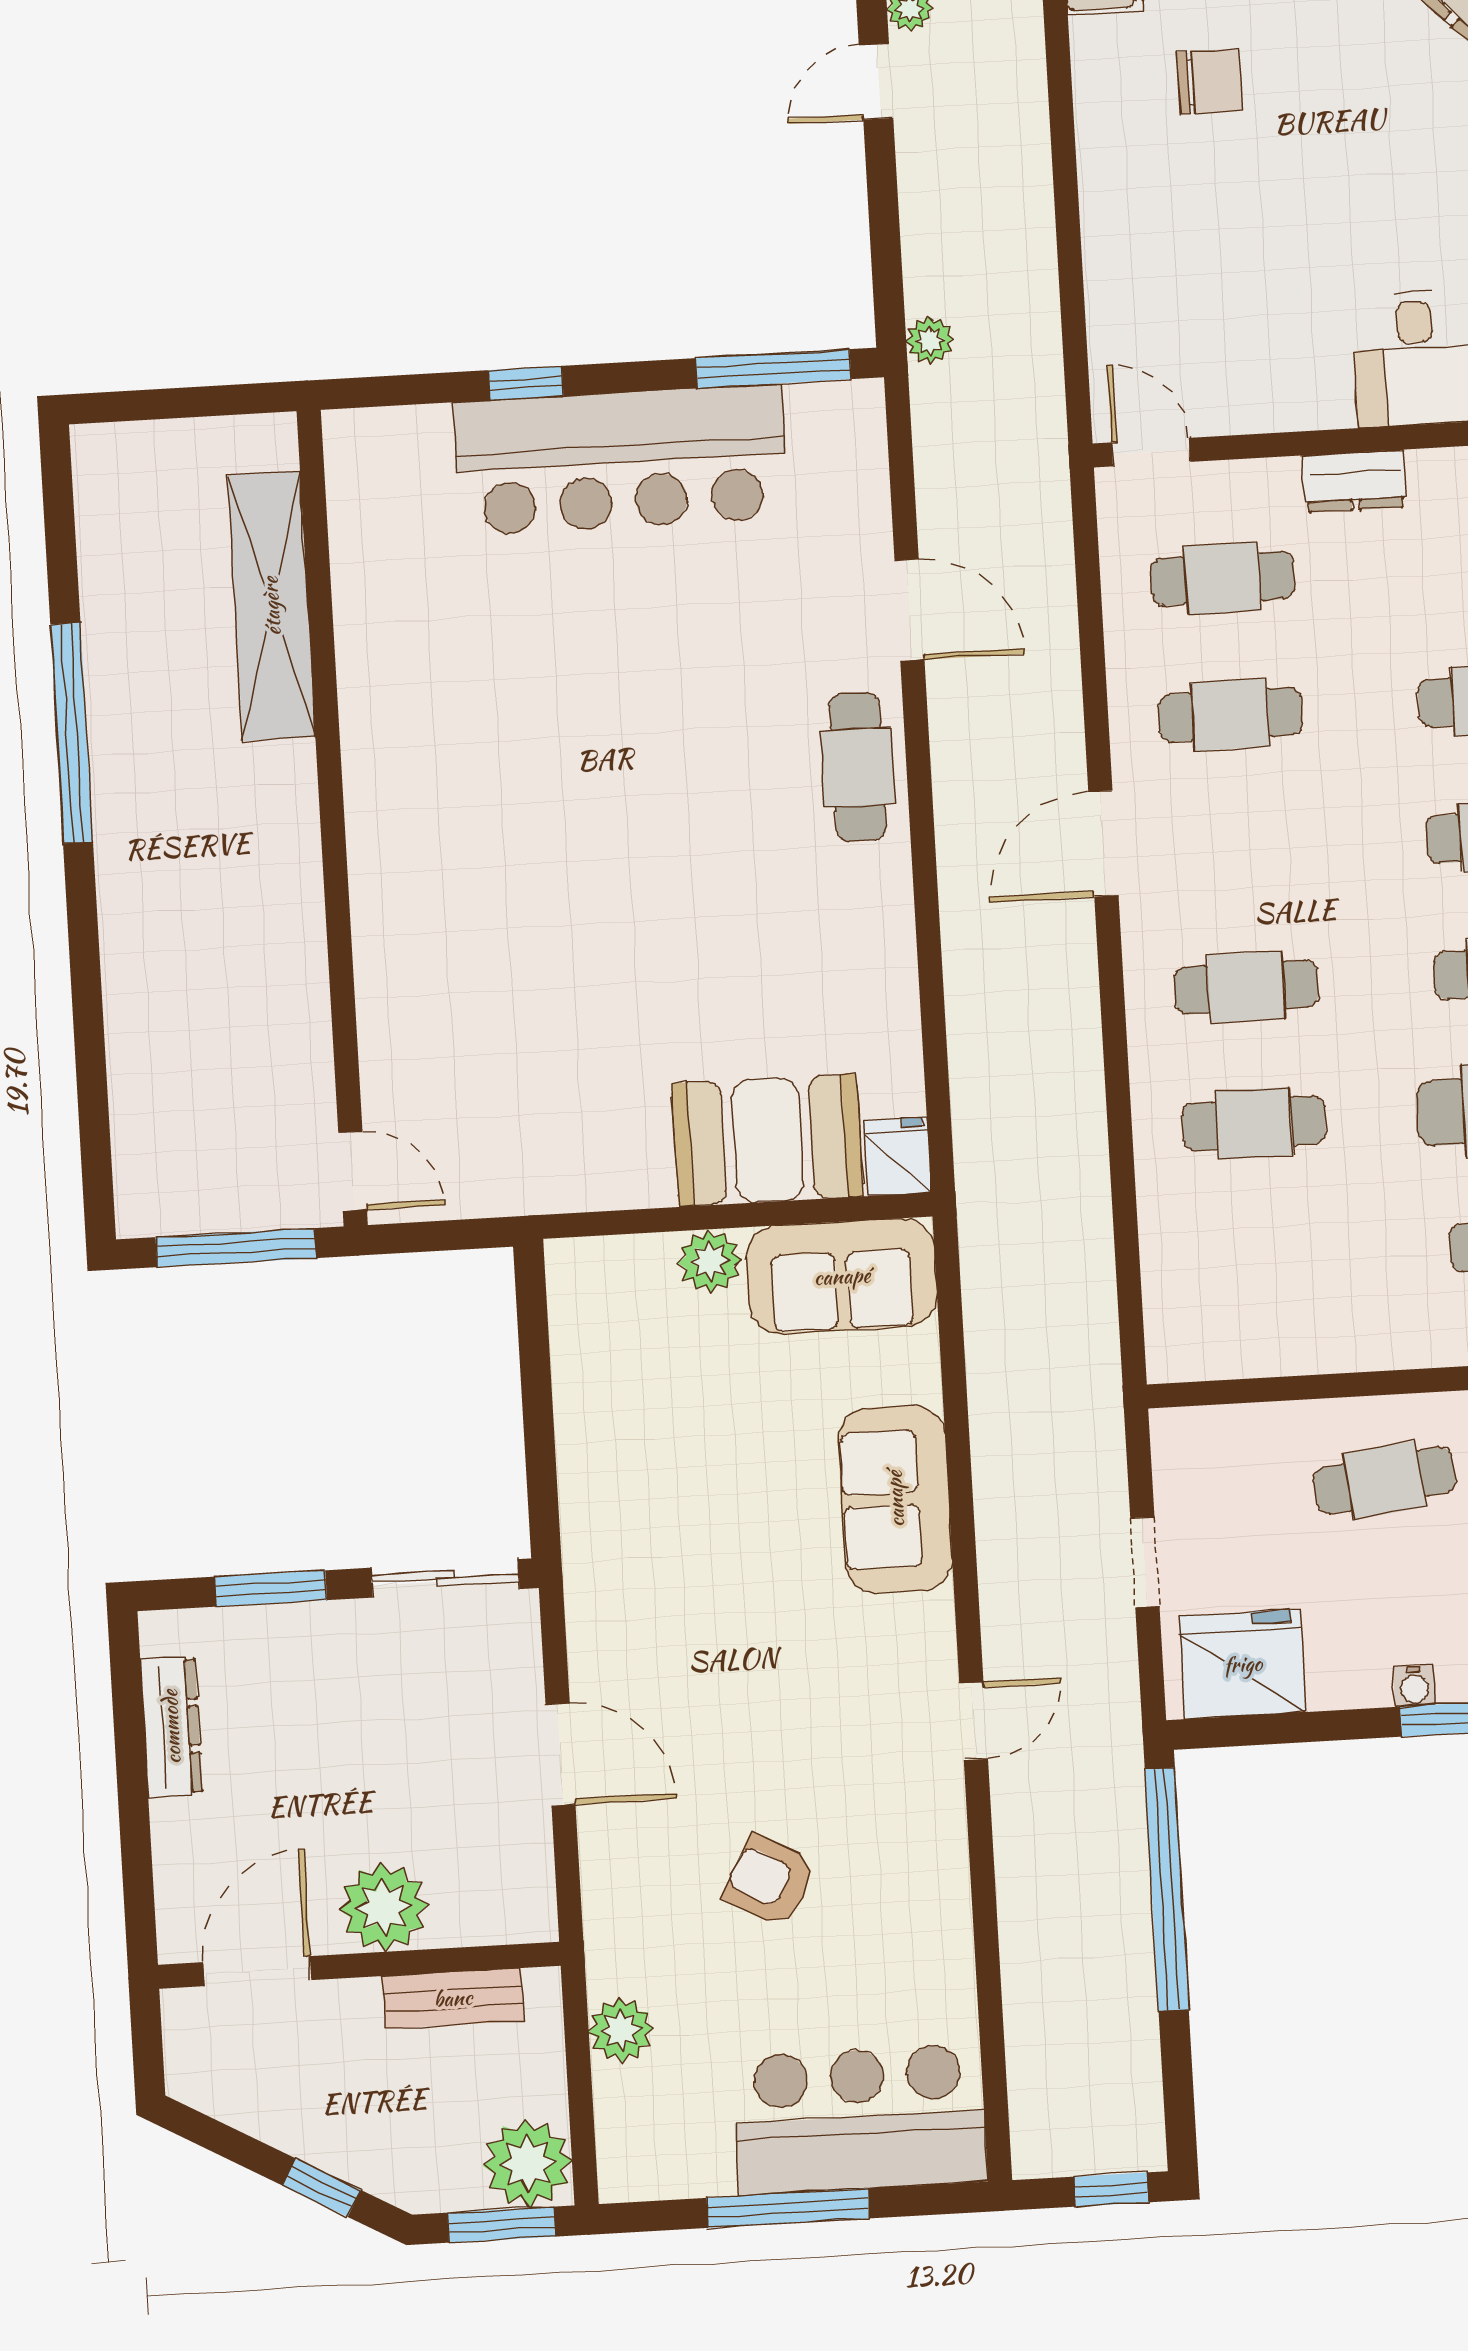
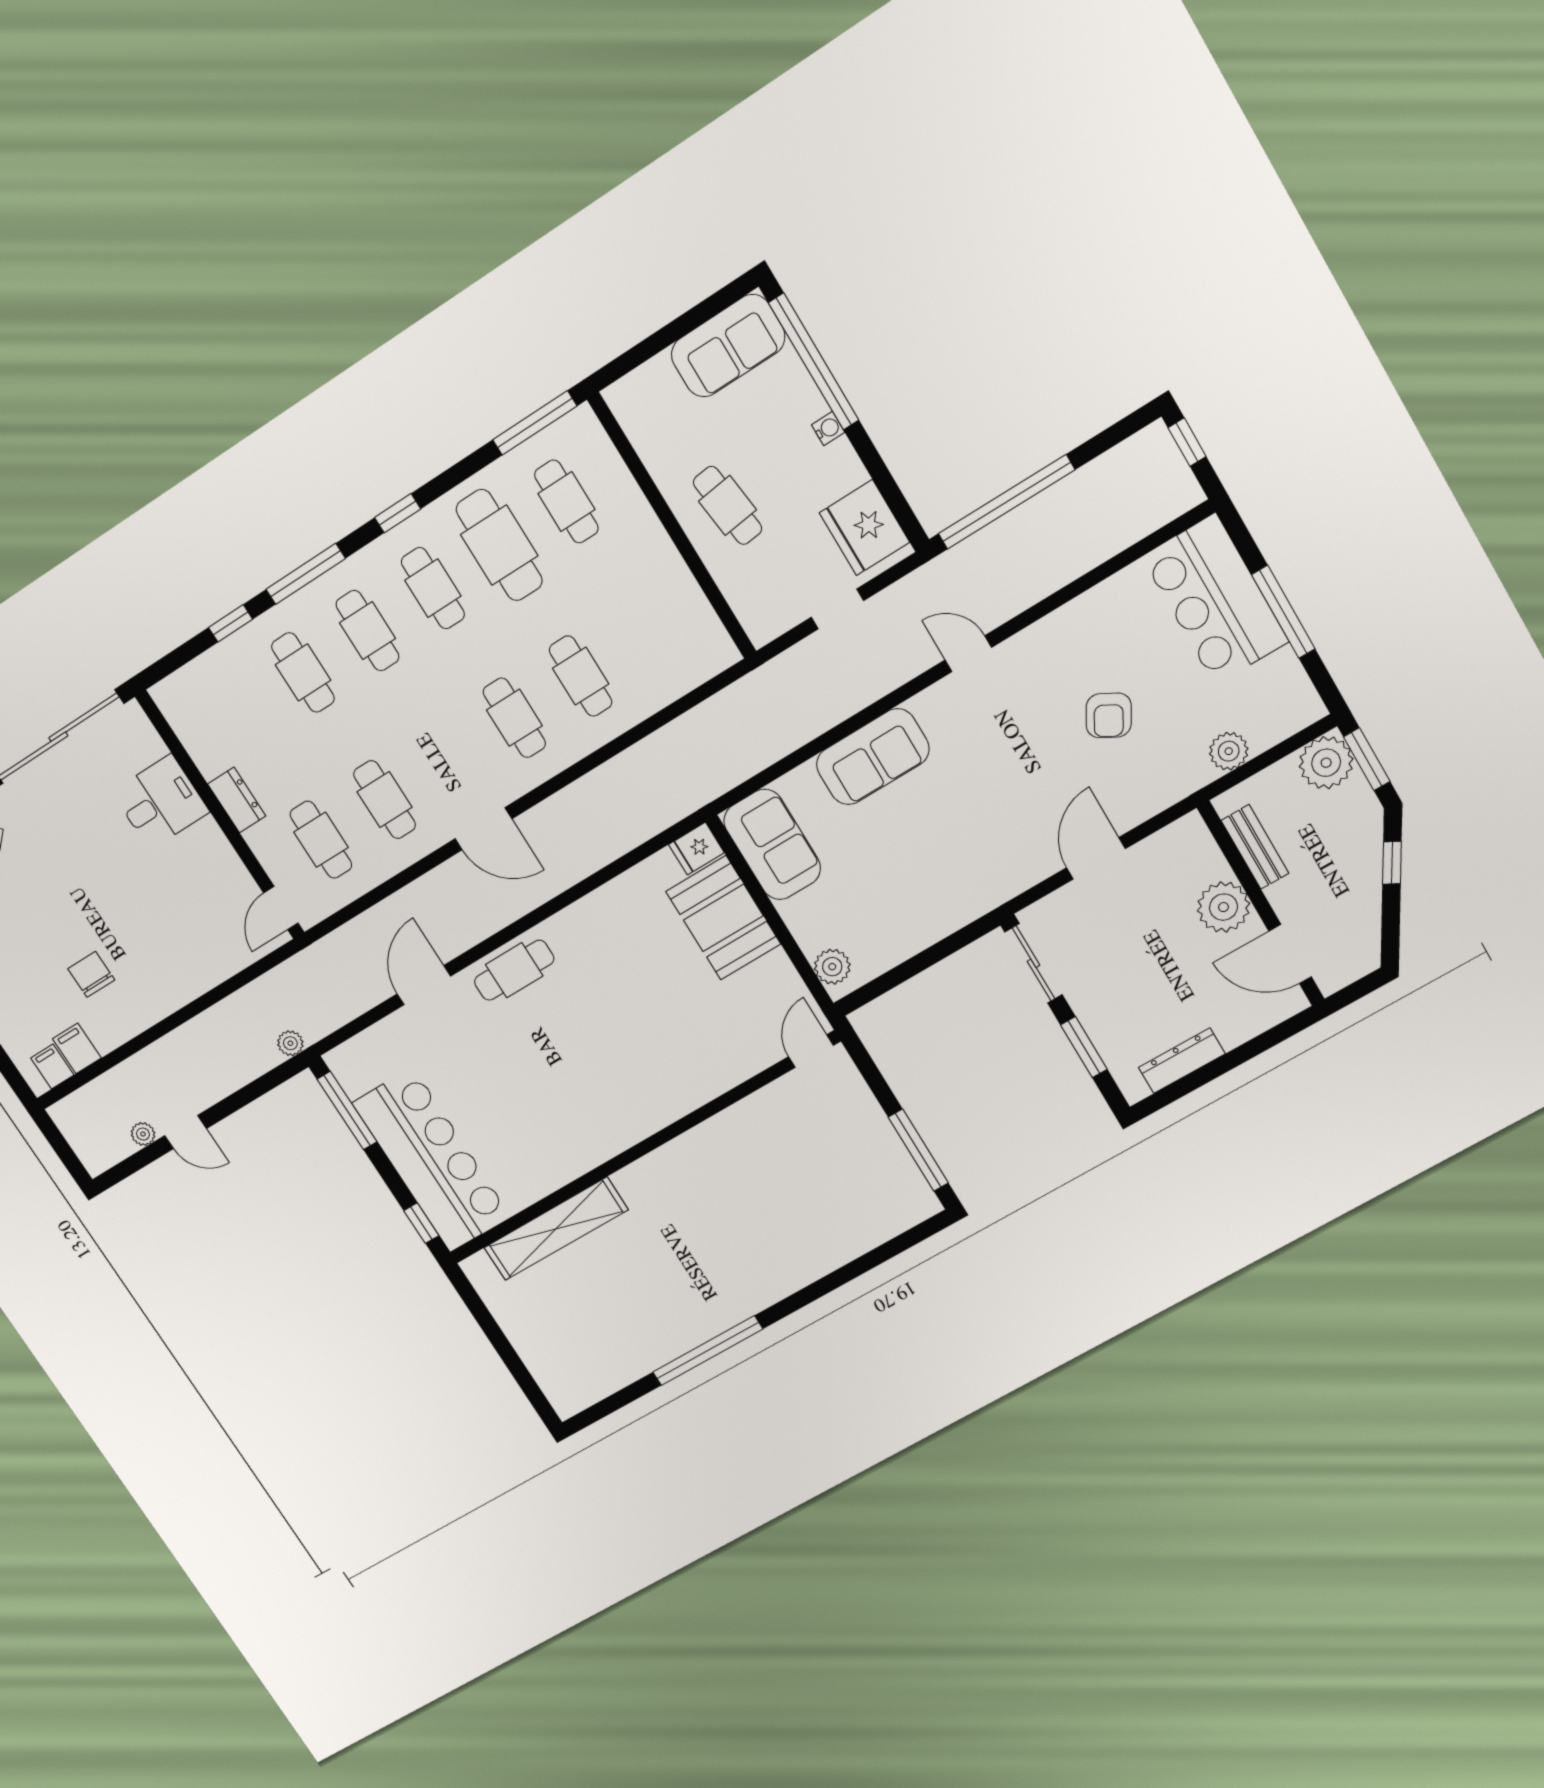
shelving: (271, 606) -> (556, 1229), moved
wall: (332, 818) -> (642, 1149), moved
door: (353, 1171) -> (811, 1051), moved
plant: (710, 1261) -> (832, 967), moved

